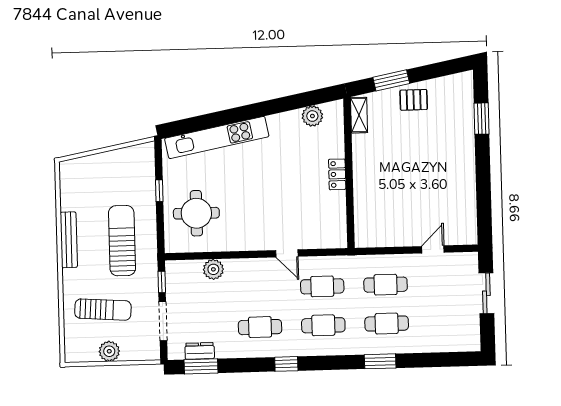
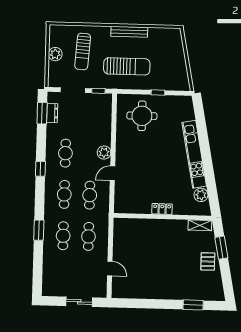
kitchen unit: (217, 137) -> (194, 154), moved
plant: (213, 269) -> (104, 153), moved

